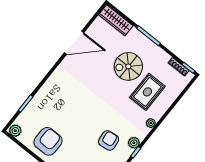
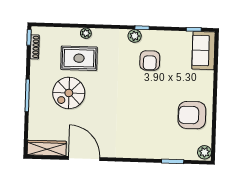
wardrobe: (116, 20) -> (47, 148), moved, turned -90
spiral stairs: (128, 66) -> (69, 93), turned 90
plant: (151, 123) -> (86, 33), moved
armchair: (109, 140) -> (150, 60), turned -83

